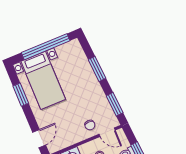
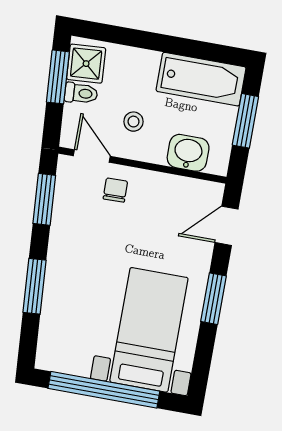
window: (21, 95) -> (213, 299), moved

